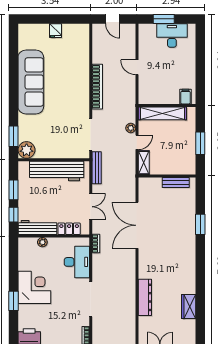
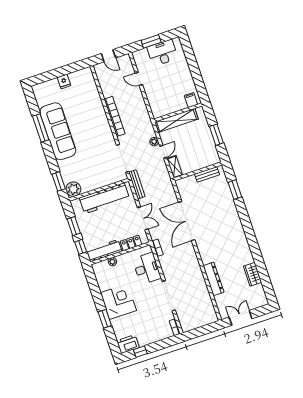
door: (137, 67) -> (139, 79), moved
window: (14, 72) -> (41, 128), added
window: (200, 224) -> (235, 190), moved

